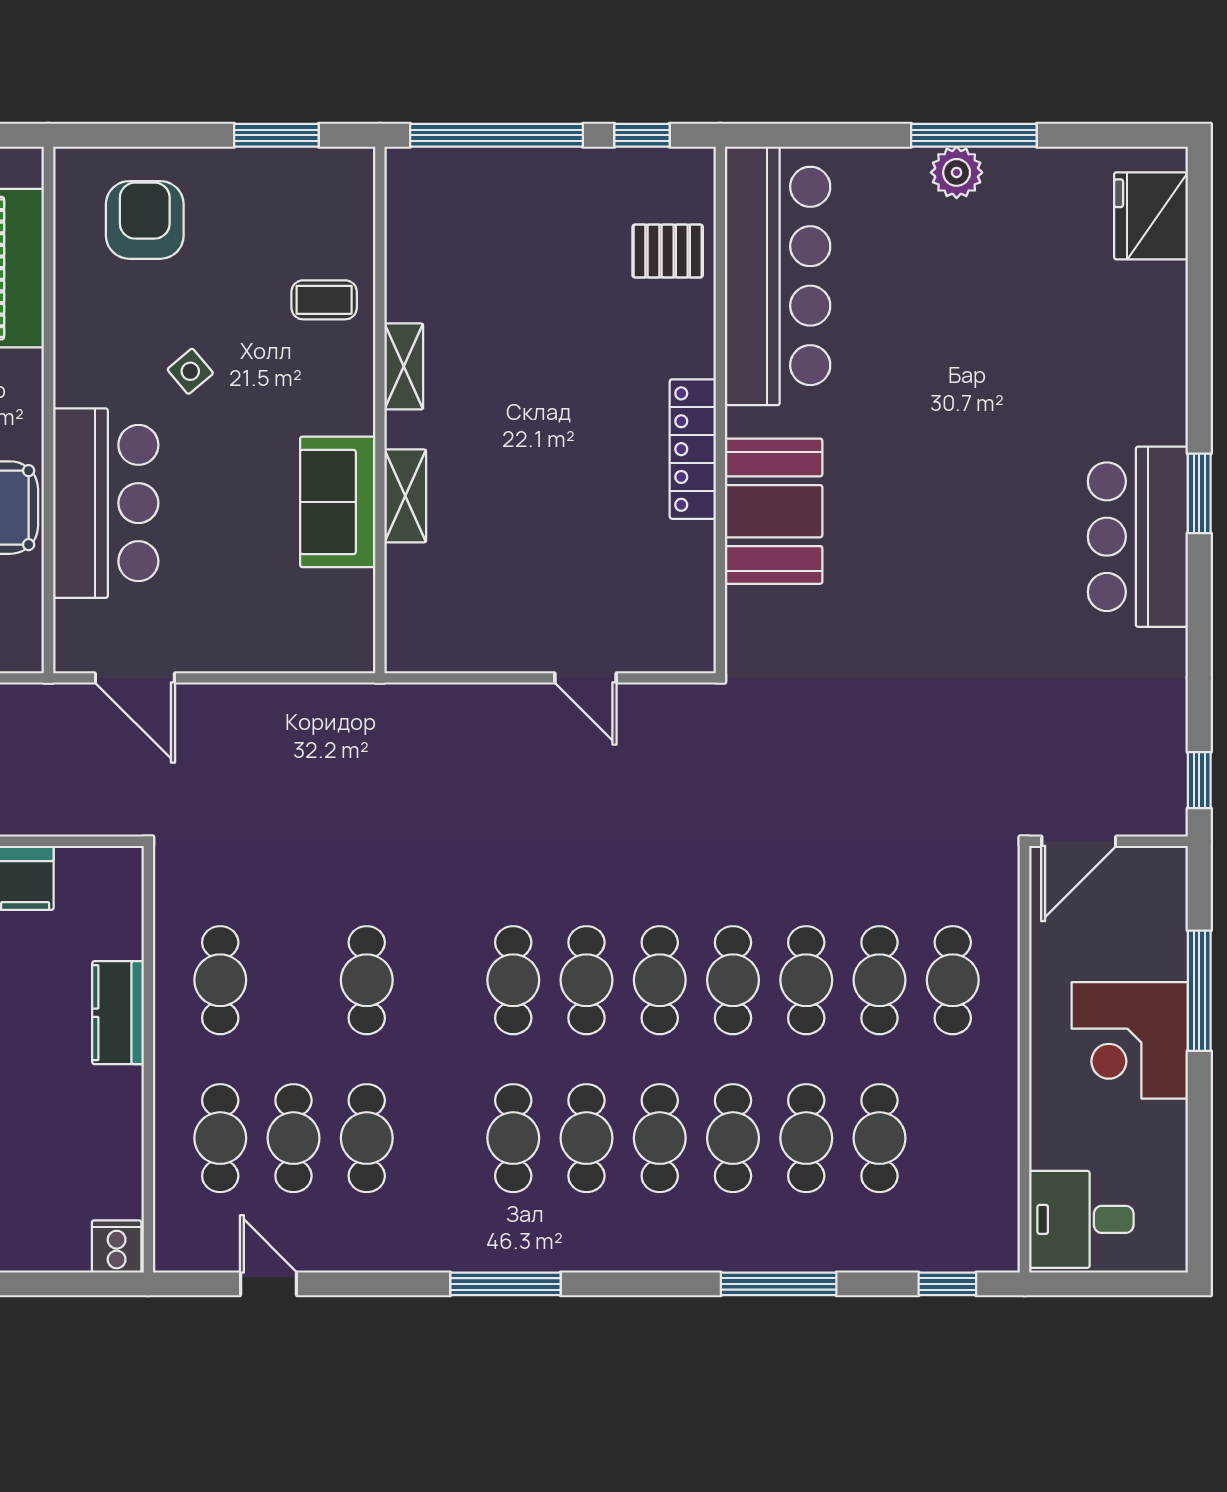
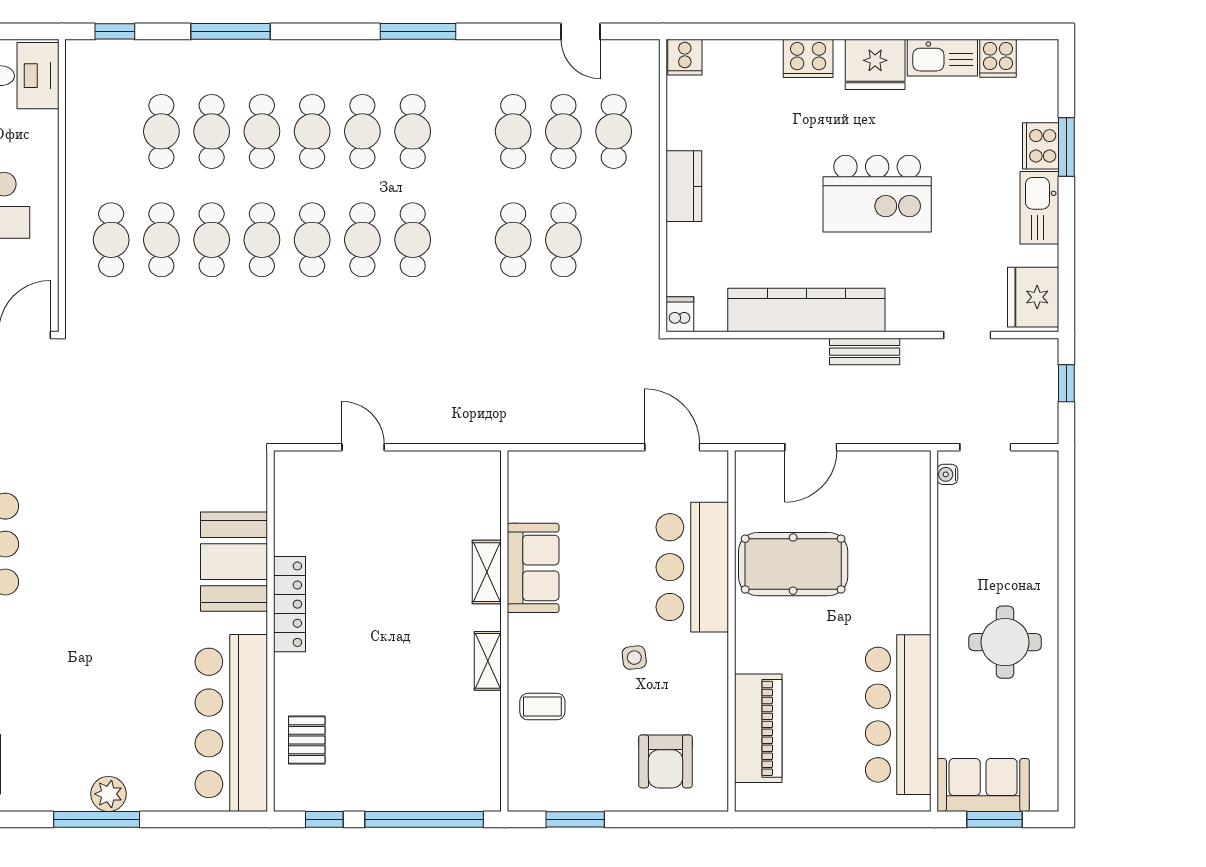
pallet: (668, 251) -> (307, 740), turned 90
side table: (190, 371) -> (634, 658), turned 33
dishwasher: (124, 872) -> (680, 314), added
cafe table: (220, 980) -> (563, 240), moved
kitchen counter: (118, 1013) -> (684, 186), moved

